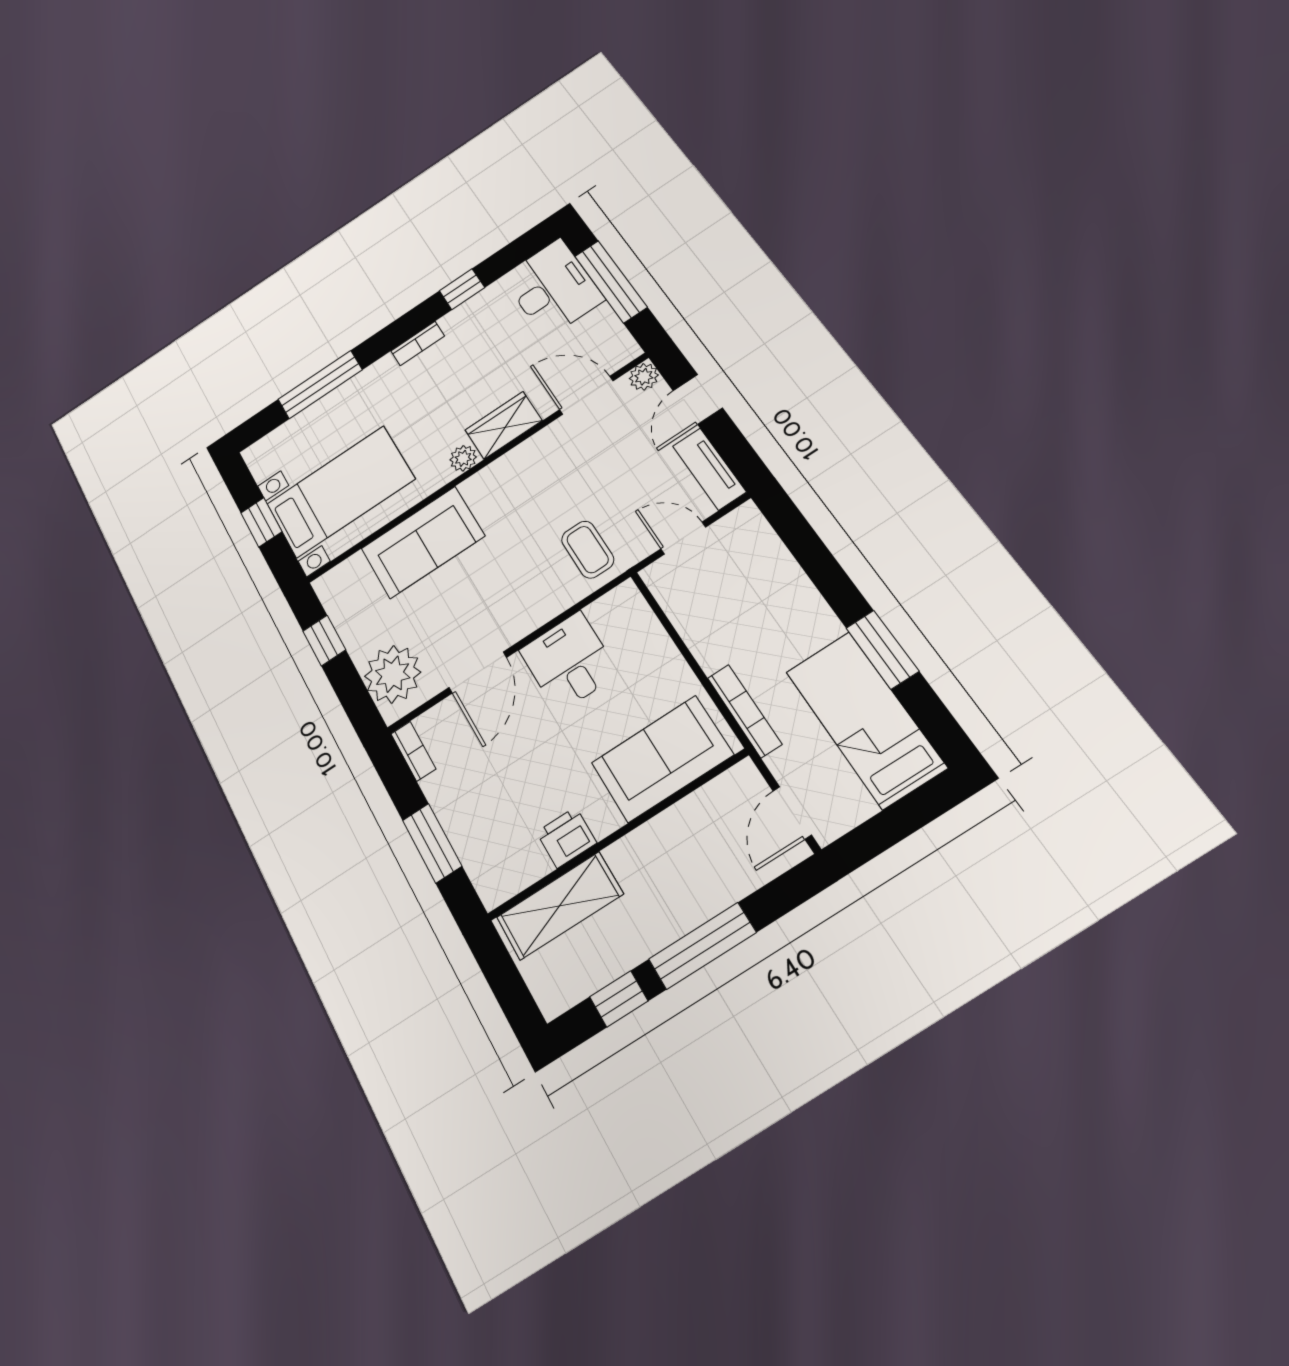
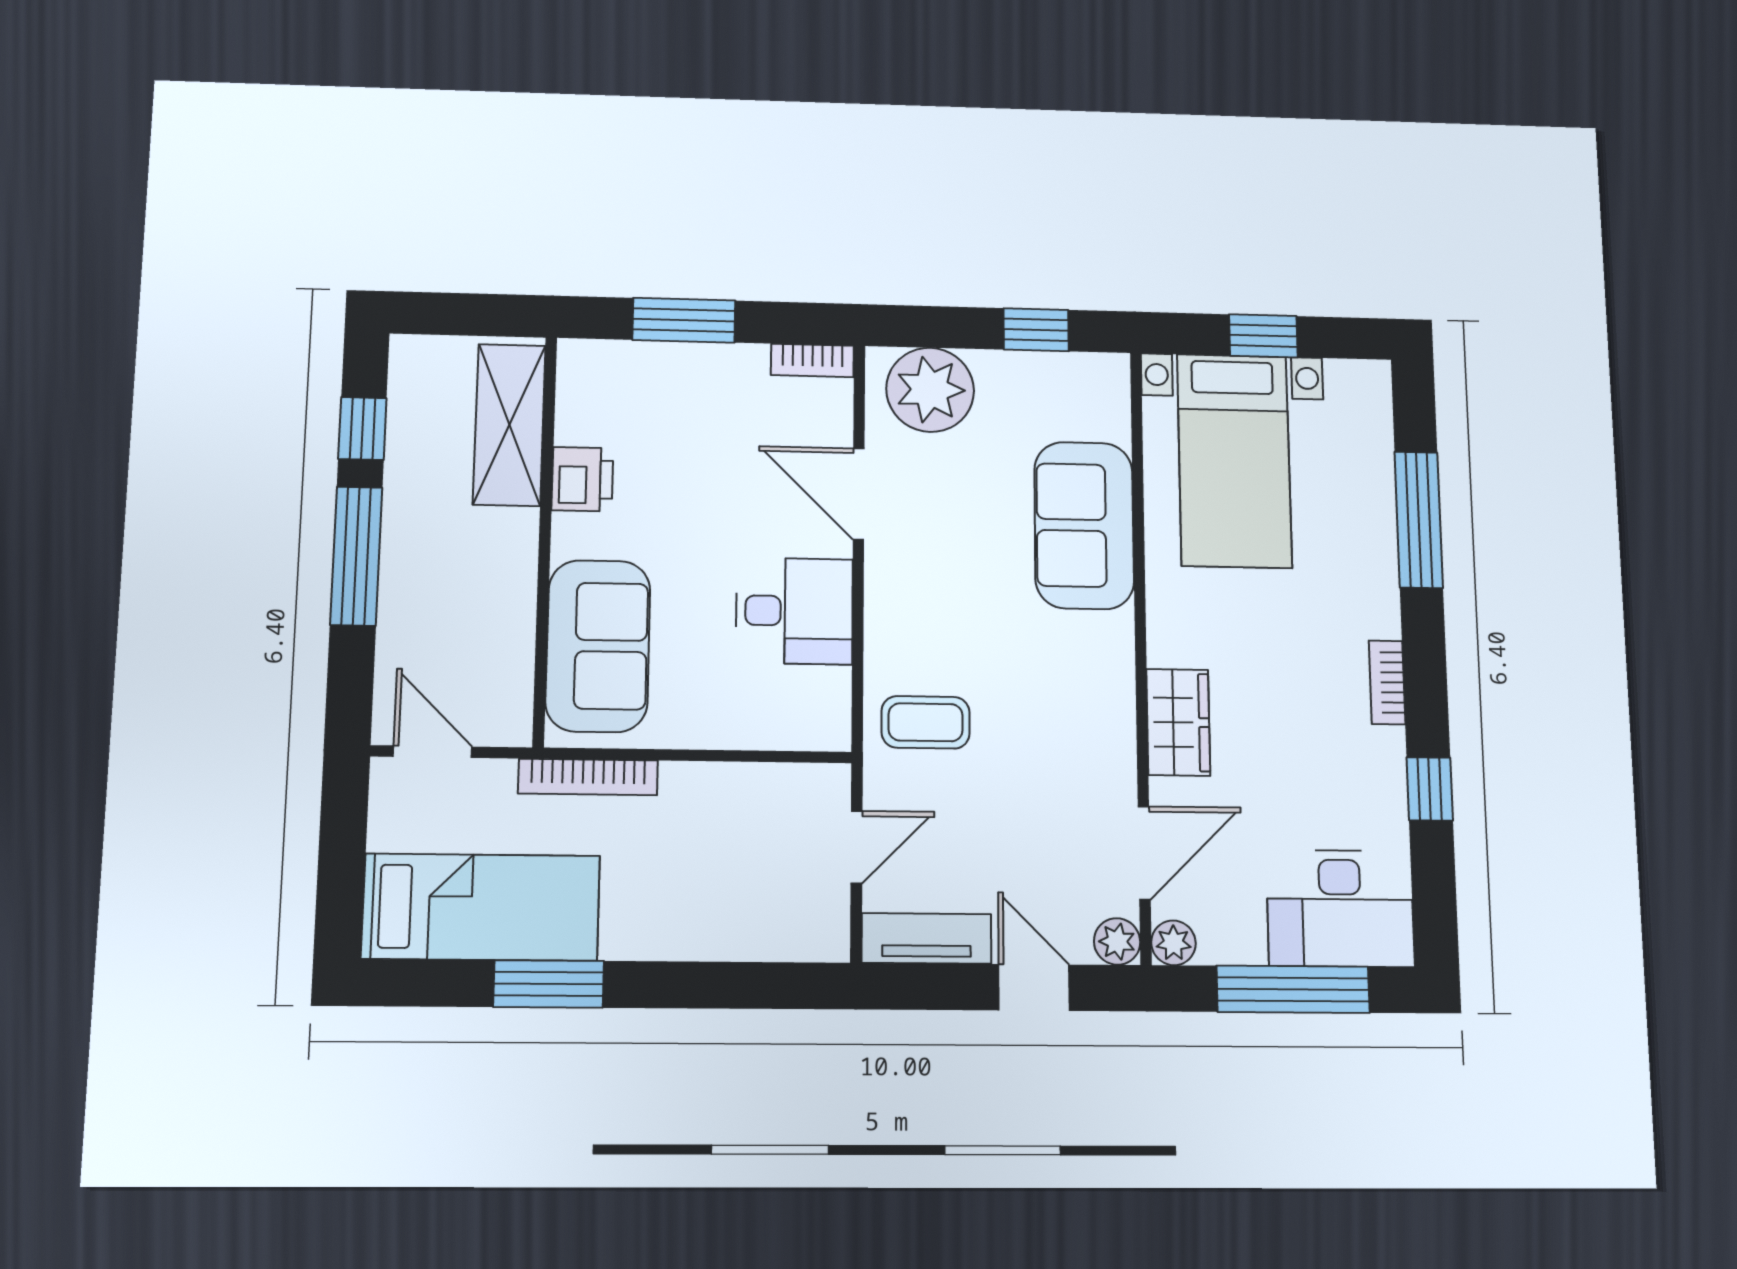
plant: (463, 458) -> (1173, 943), moved

